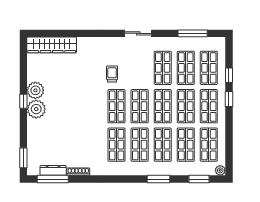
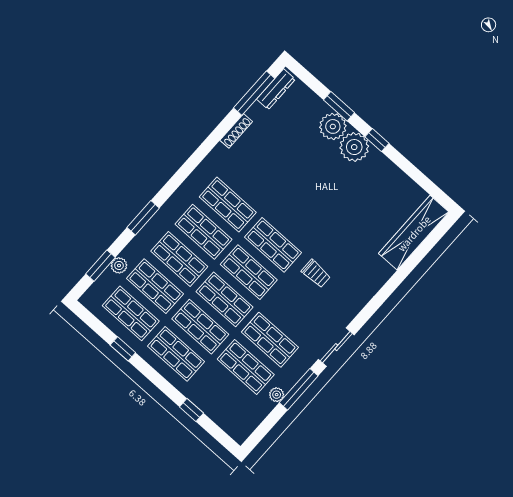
window: (193, 33) -> (299, 389), moved
plant: (186, 42) -> (277, 395), added
shop shelf: (209, 68) -> (221, 394), removed
plant: (35, 90) -> (333, 126), moved
window: (229, 99) -> (123, 349), moved
window: (23, 158) -> (339, 106), moved
dresser: (53, 170) -> (276, 89), moved
plant: (220, 170) -> (119, 265), moved

